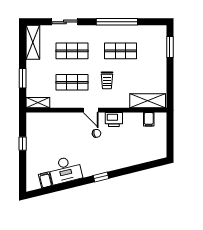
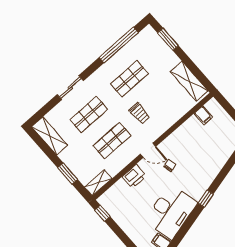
sliding door: (65, 22) -> (70, 88), moved
window: (117, 22) -> (119, 45), moved
shelving: (148, 101) -> (189, 81), moved, turned 90
printer: (114, 120) -> (134, 176), moved
window: (23, 144) -> (102, 213), moved
desk: (65, 170) -> (171, 212), width x1.36, depth x1.30

